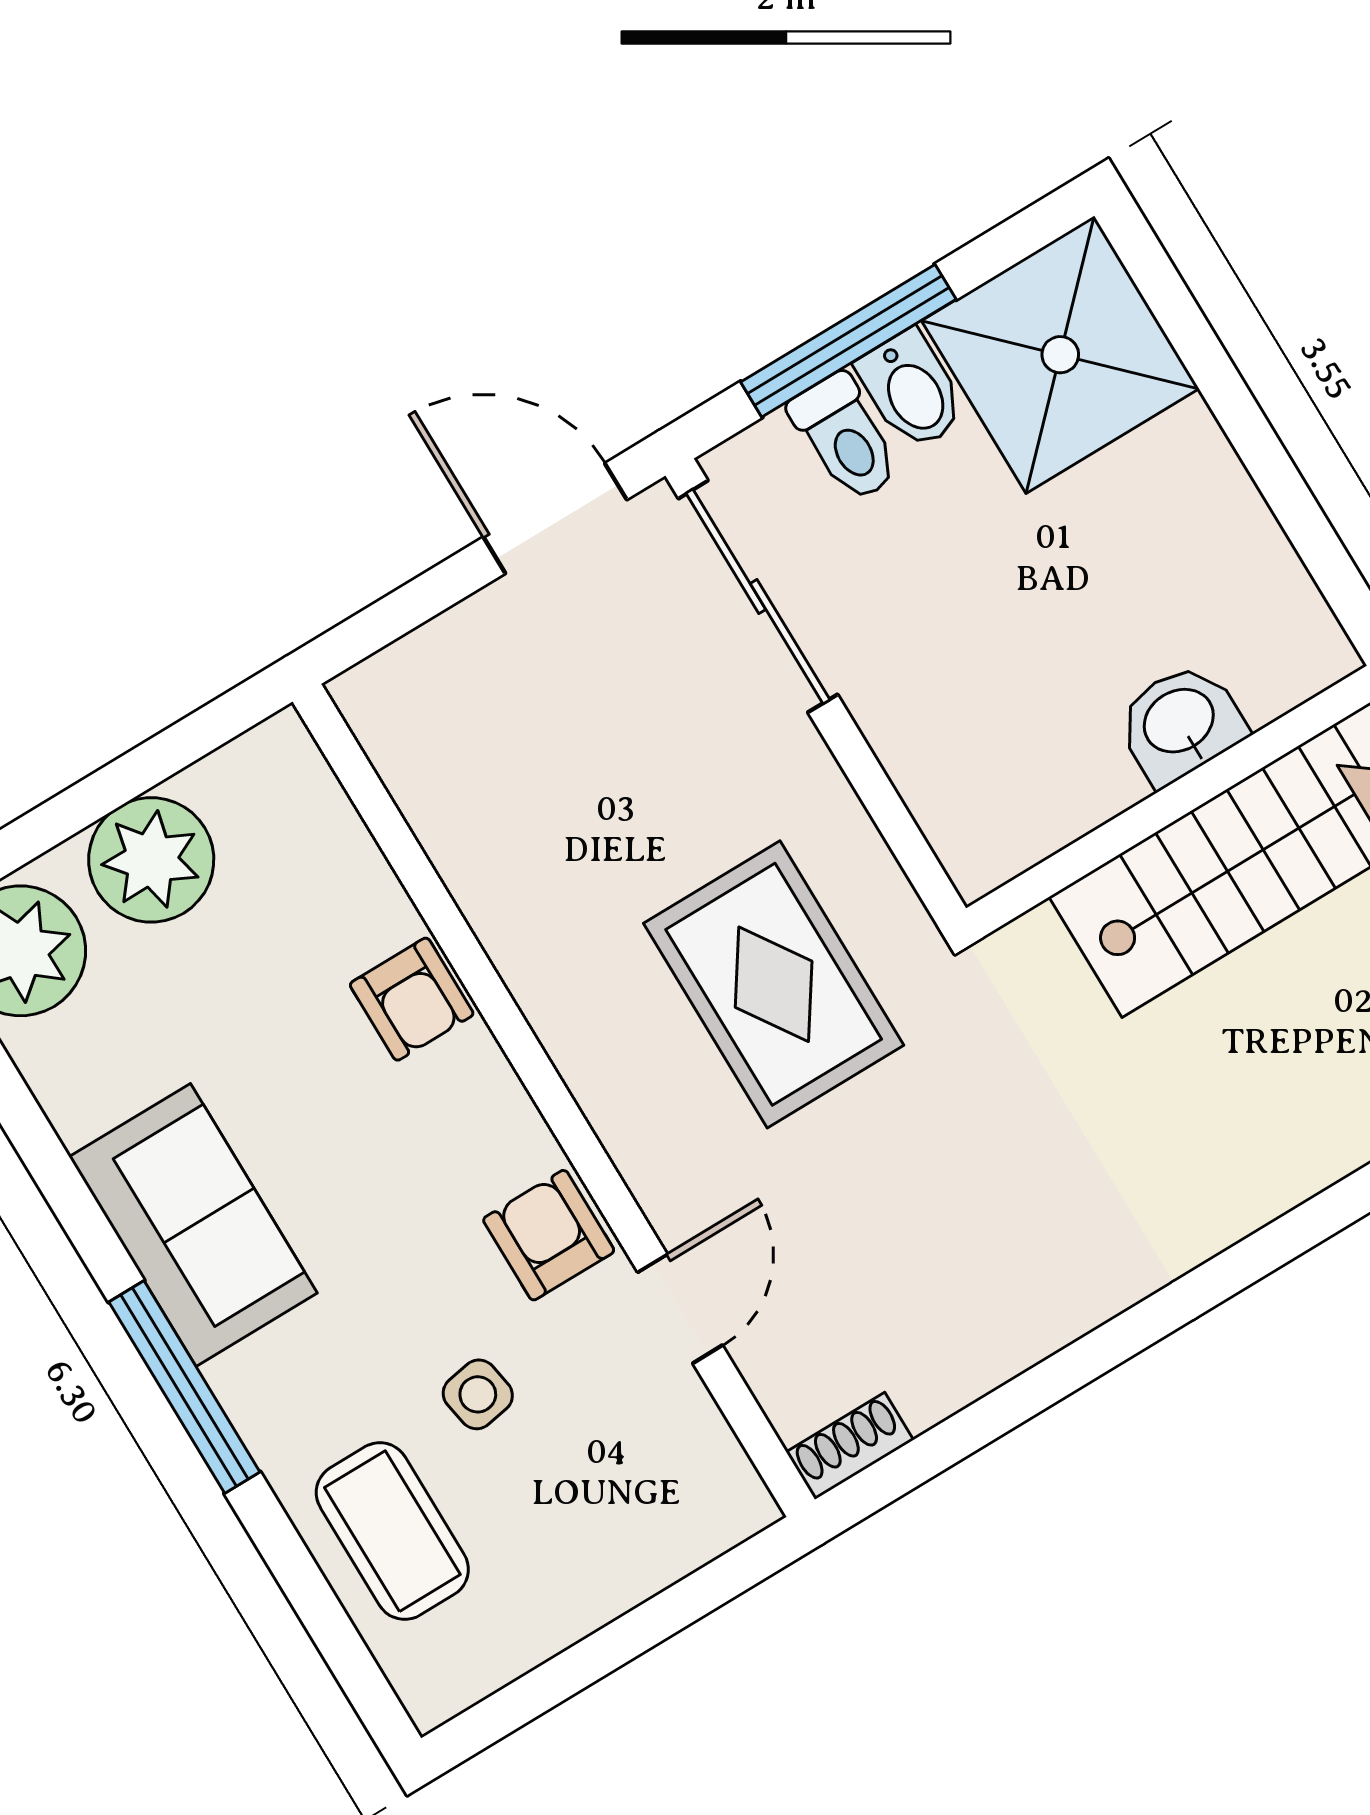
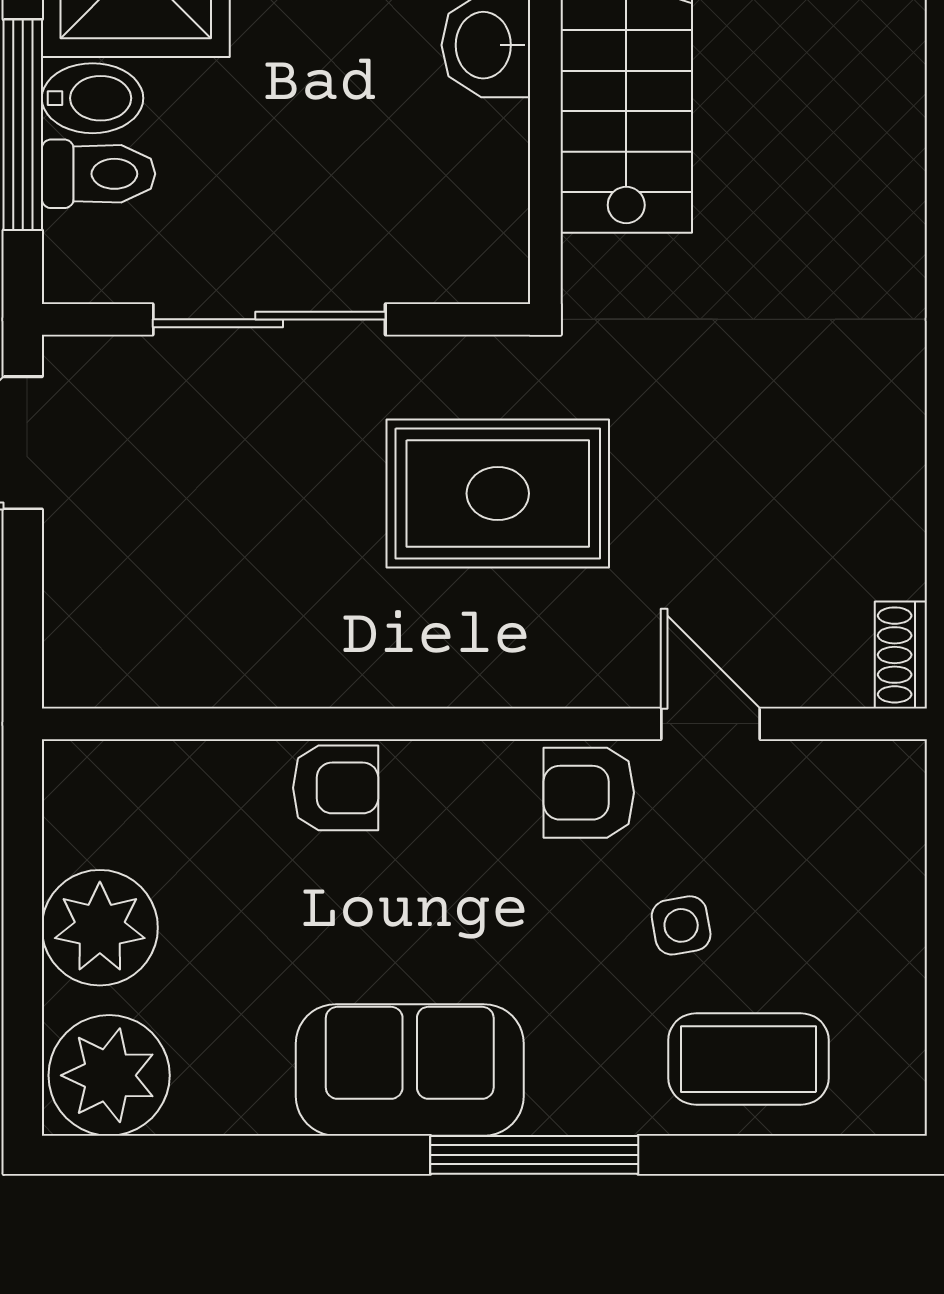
sliding door: (758, 596) -> (269, 319), moved

